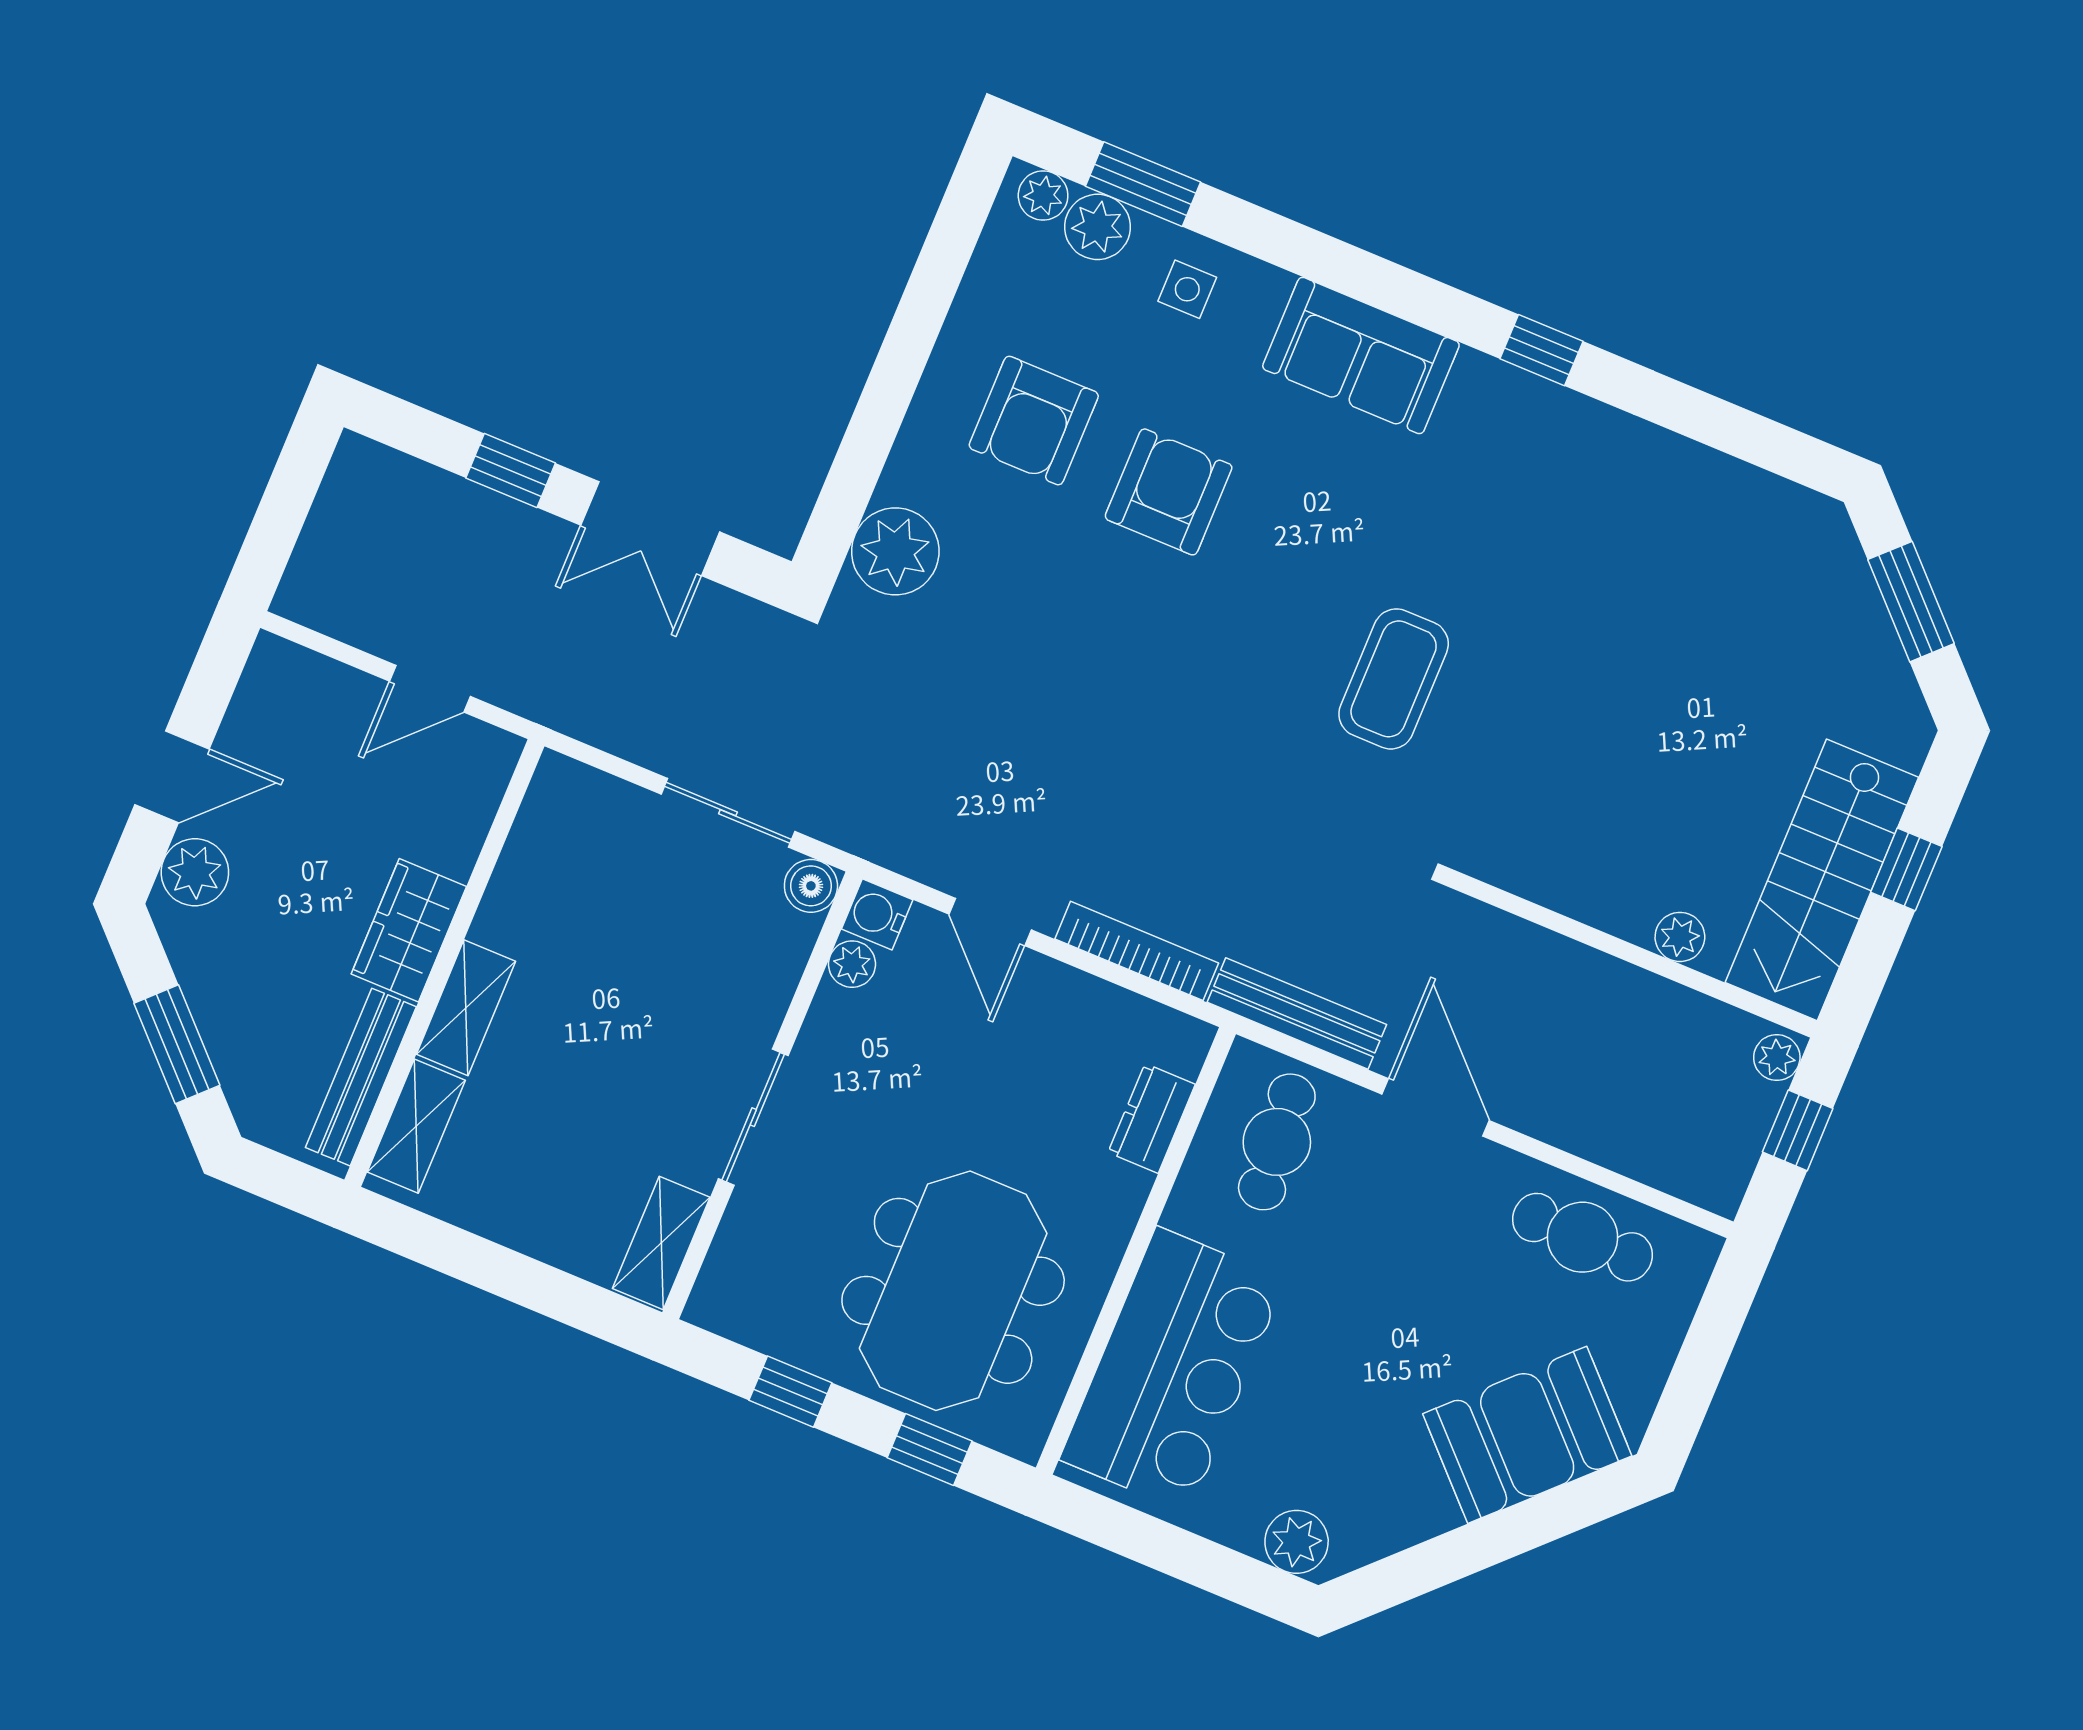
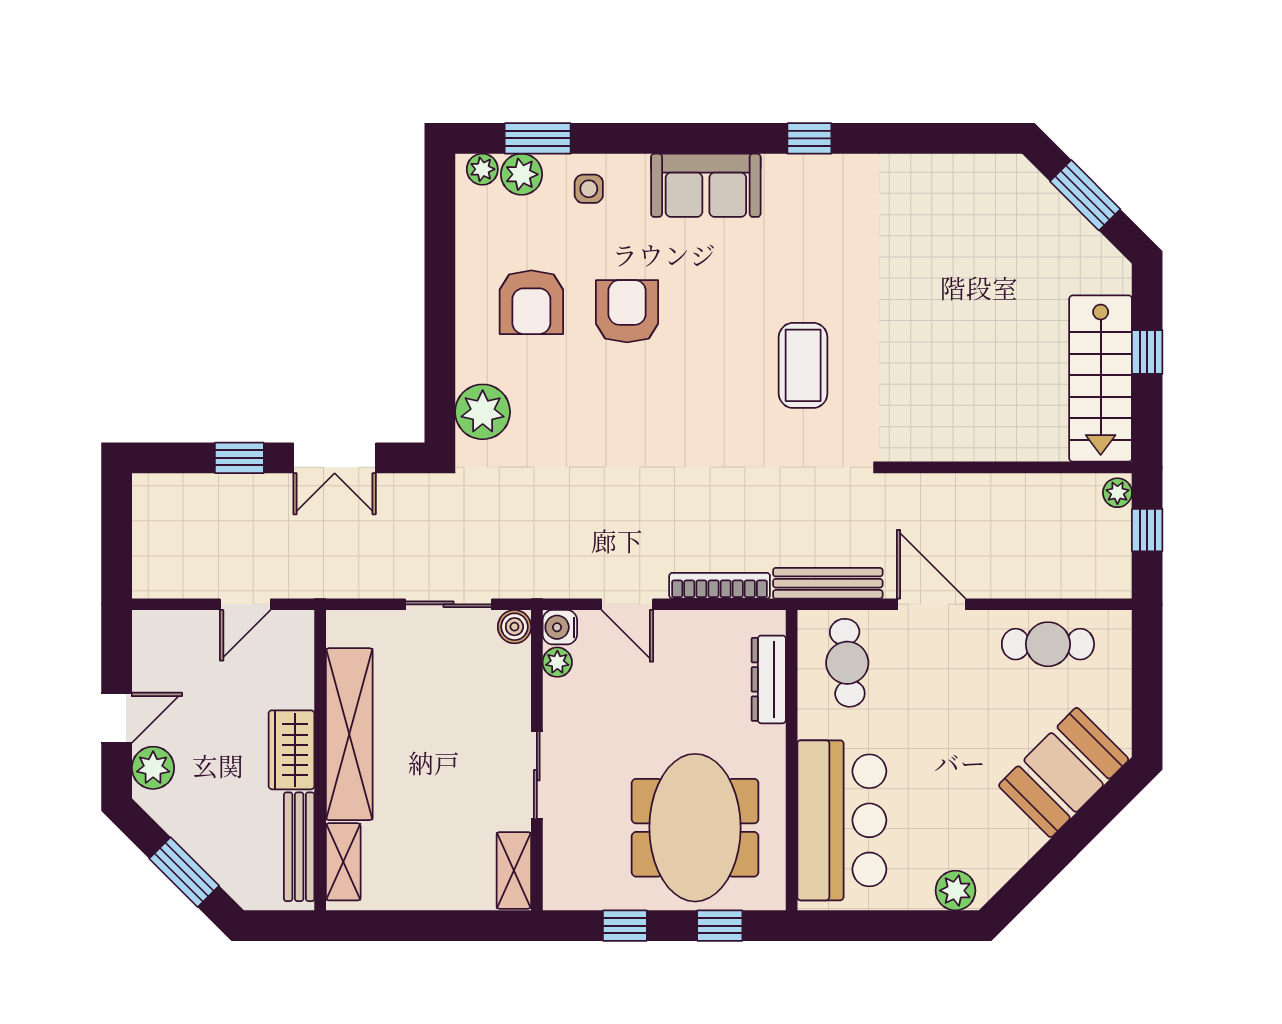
plant: (1680, 937) -> (1032, 446), removed
shelving: (466, 1008) -> (349, 734), width x2.20, depth x1.33
dresser: (1152, 1118) -> (769, 679), width x1.44

